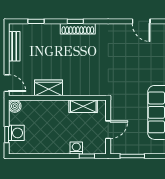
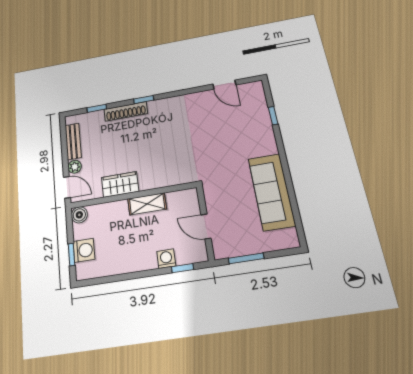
shoe rack: (78, 29) -> (126, 111), moved
plant: (14, 68) -> (75, 167), added
shelving: (83, 106) -> (147, 204), moved
door: (108, 130) -> (206, 226), swing flipped

